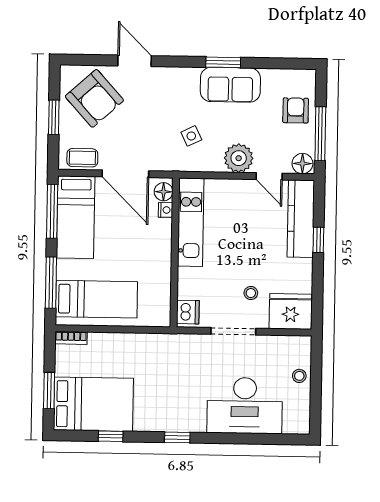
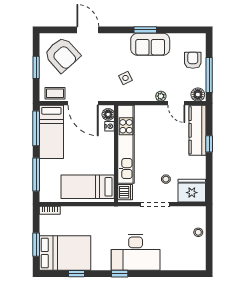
plant: (239, 158) -> (161, 96), width x0.53, depth x0.53
kitchen unit: (191, 222) -> (126, 144), width x1.36
bed: (96, 299) -> (88, 187), moved, turned 180
desk: (245, 406) -> (136, 252), moved

